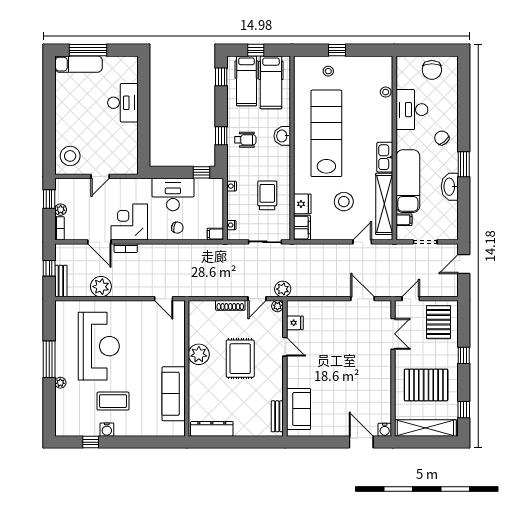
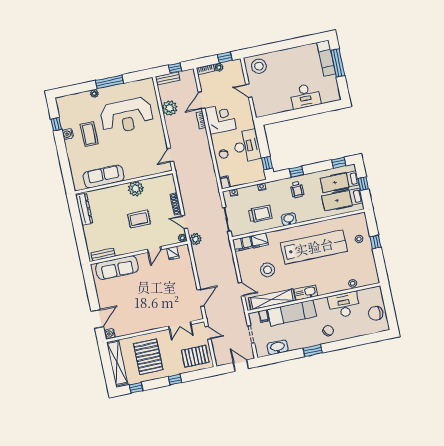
washbasin: (282, 136) -> (289, 219), moved
washbasin: (450, 187) -> (278, 347), moved
rug: (240, 359) -> (139, 219), width x0.73, depth x0.70
sofa: (299, 409) -> (117, 268), width x1.36

